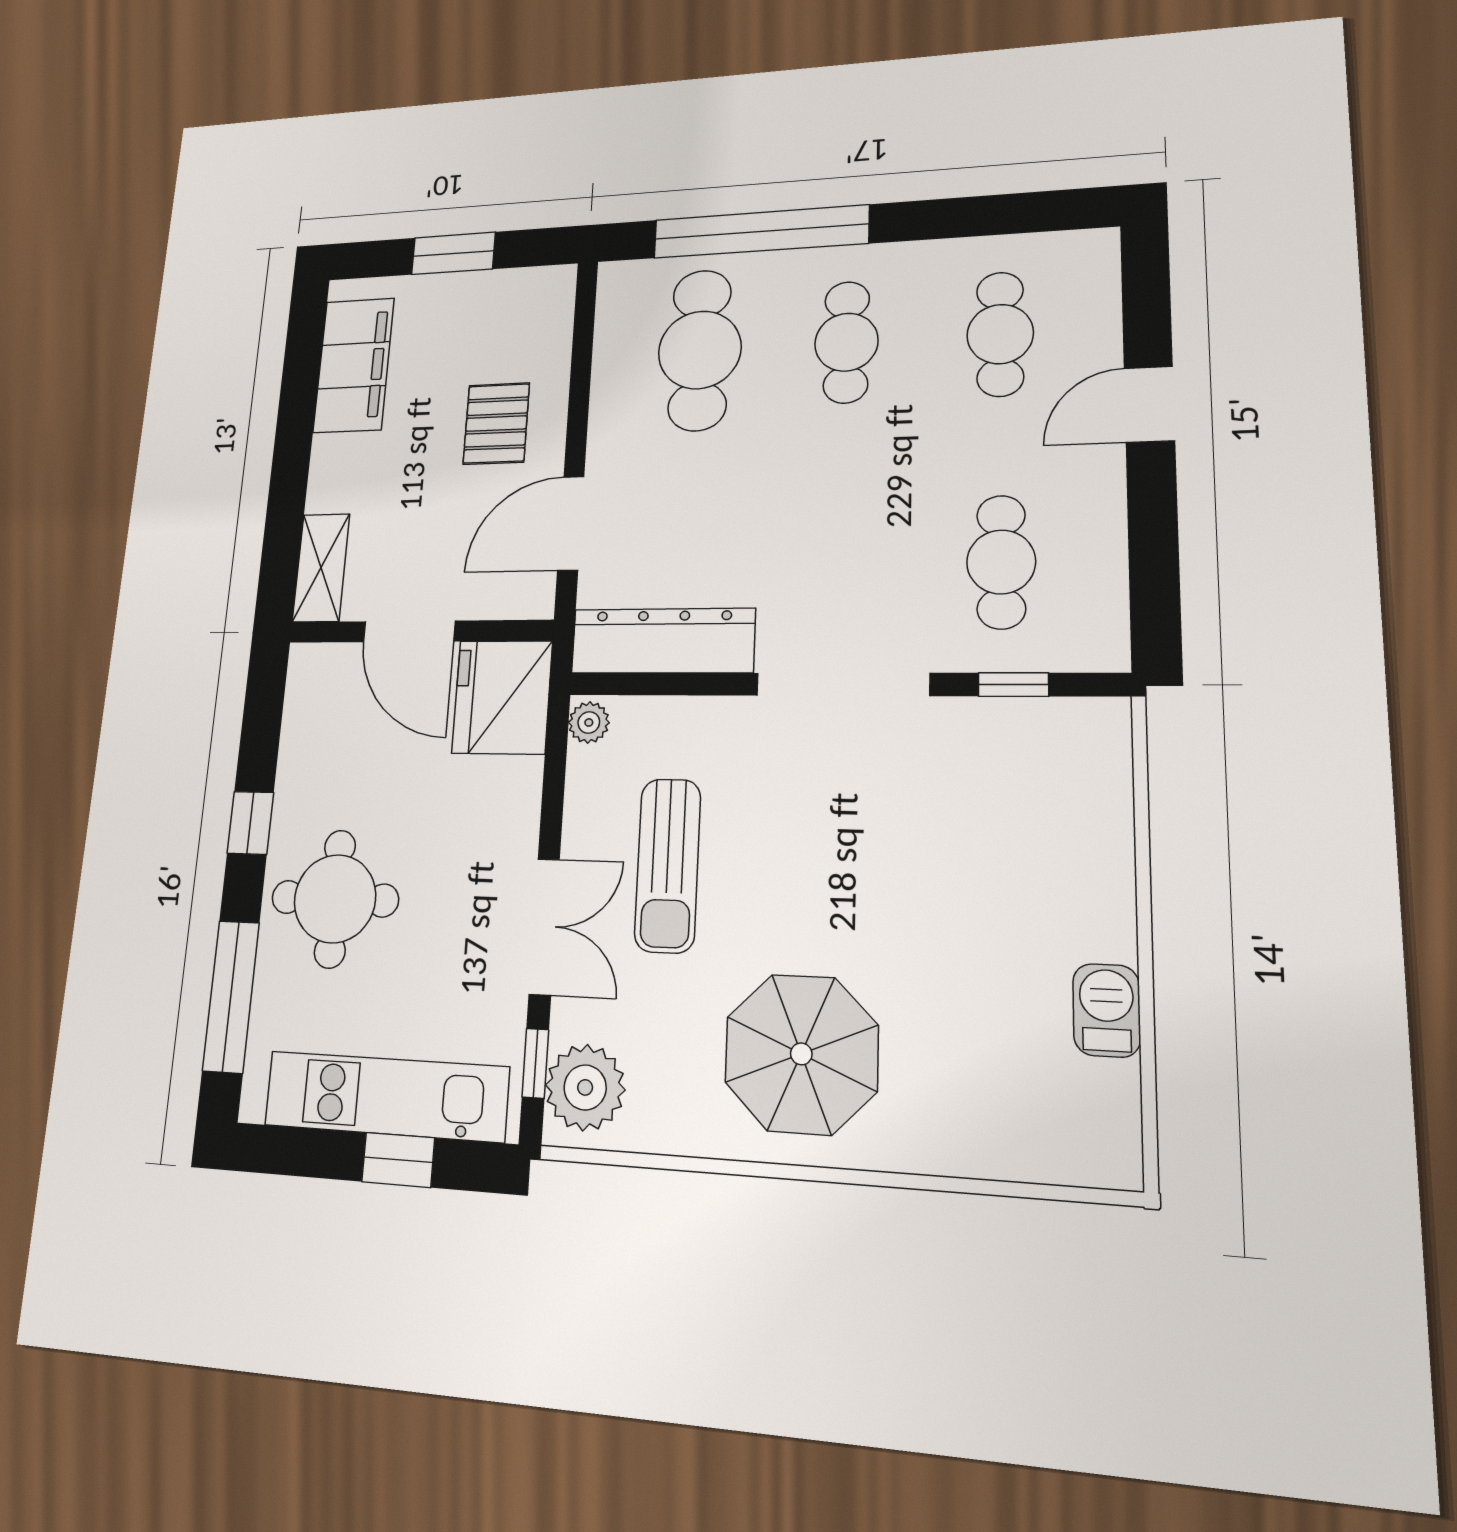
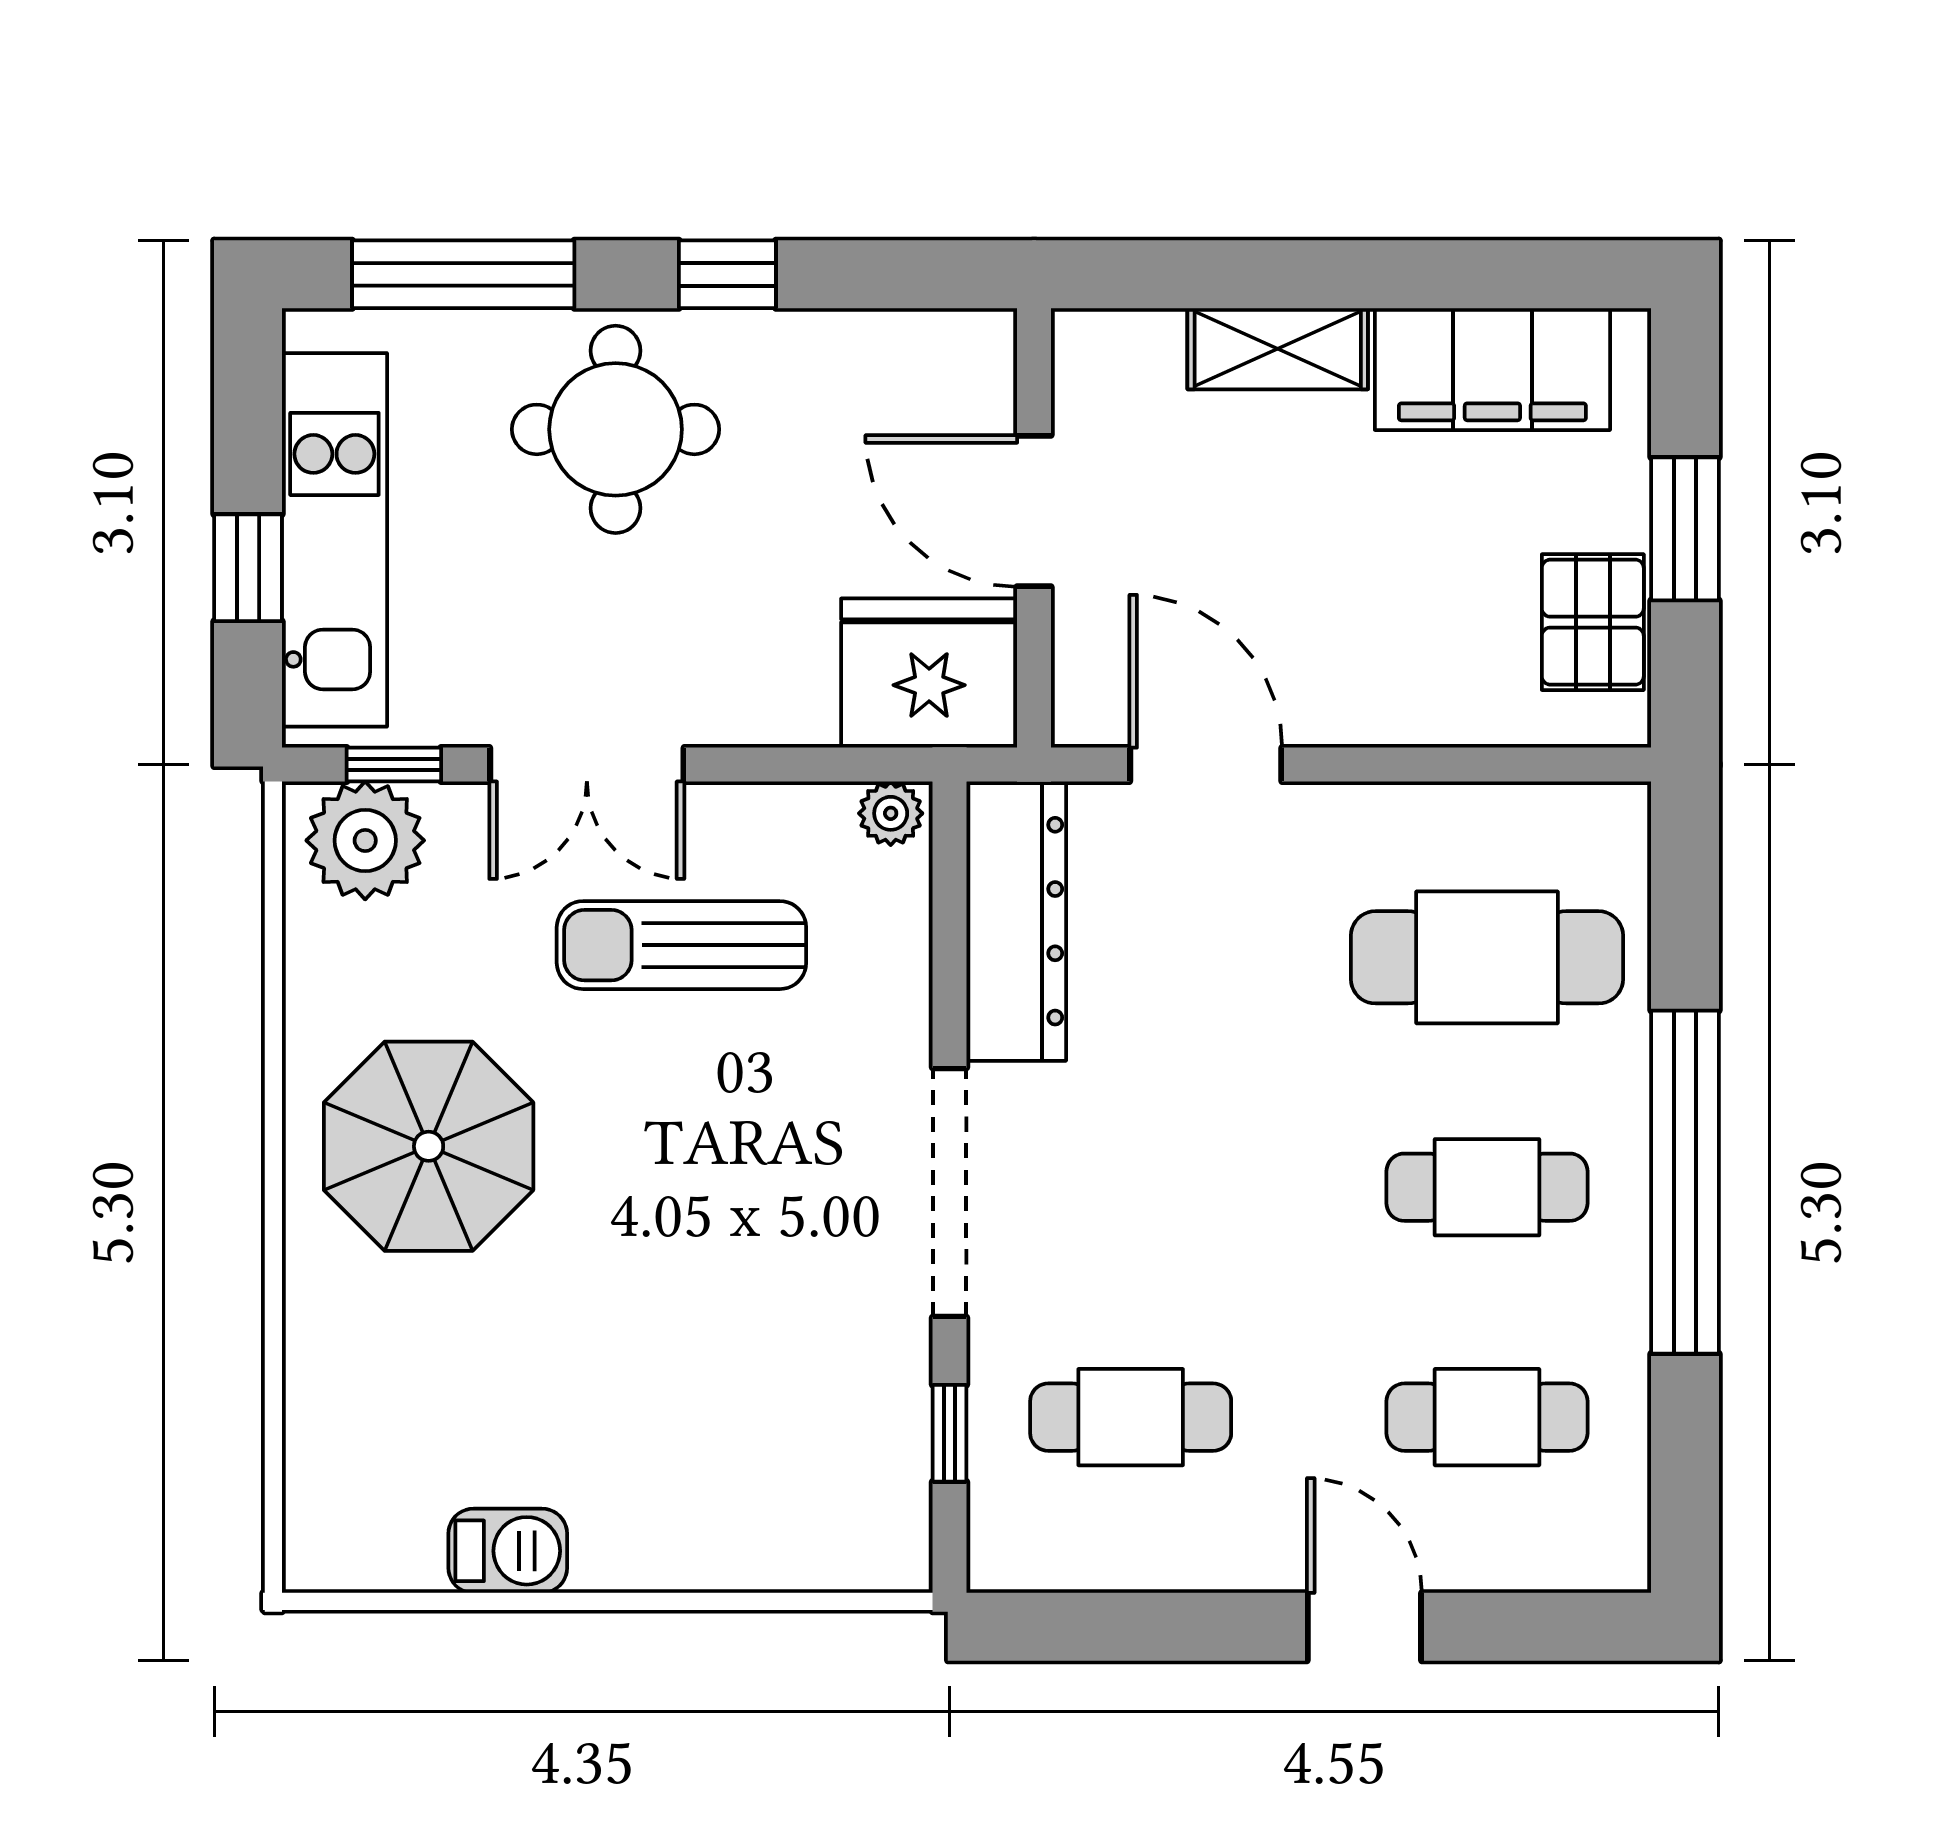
window: (760, 232) -> (1685, 1182), moved
pallet: (496, 424) -> (1593, 622), moved, turned 90
shelving: (321, 568) -> (1278, 349), moved
door: (409, 631) -> (1034, 511), hinge flipped

